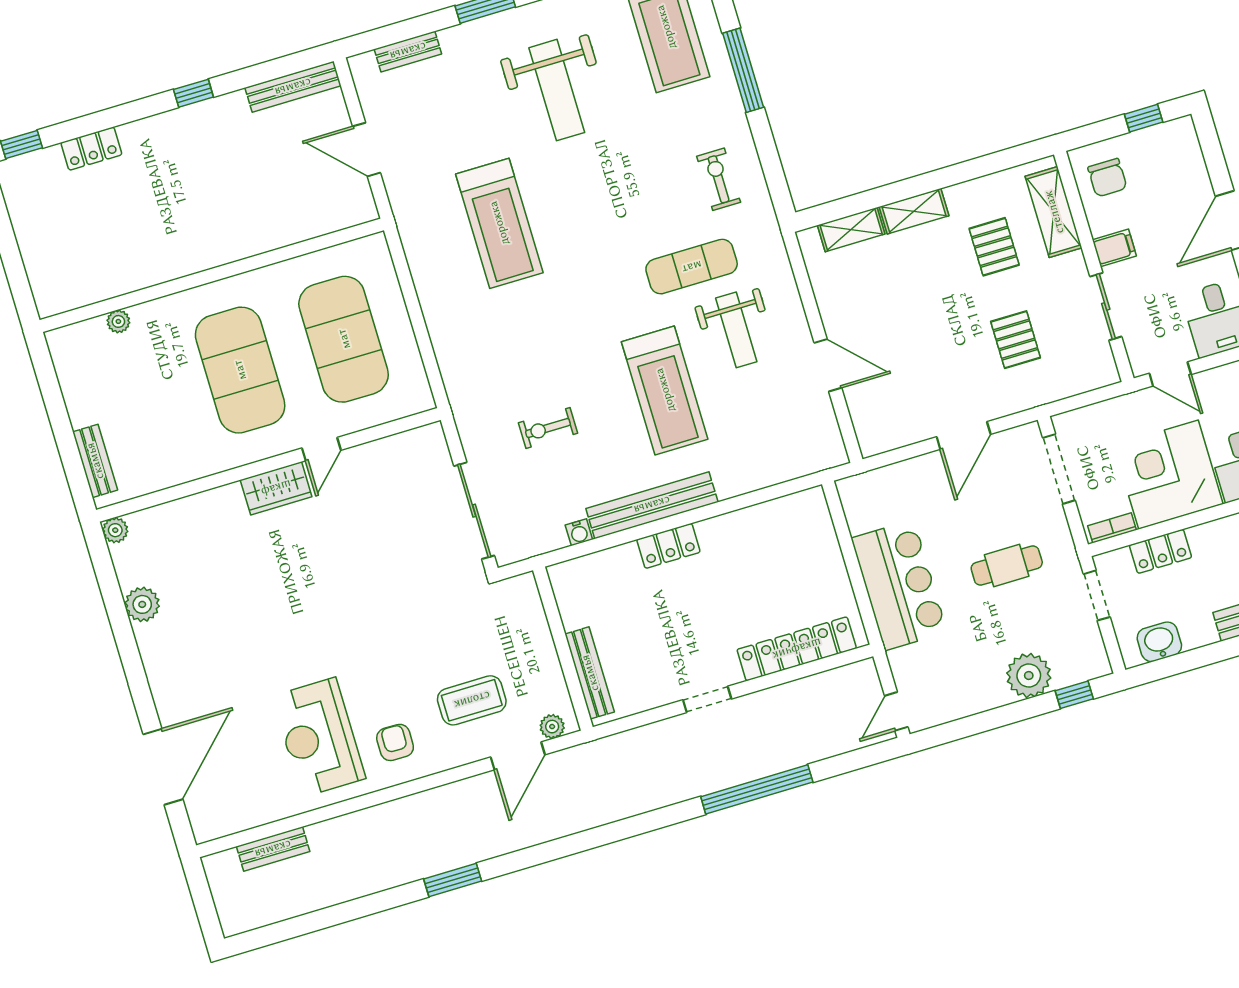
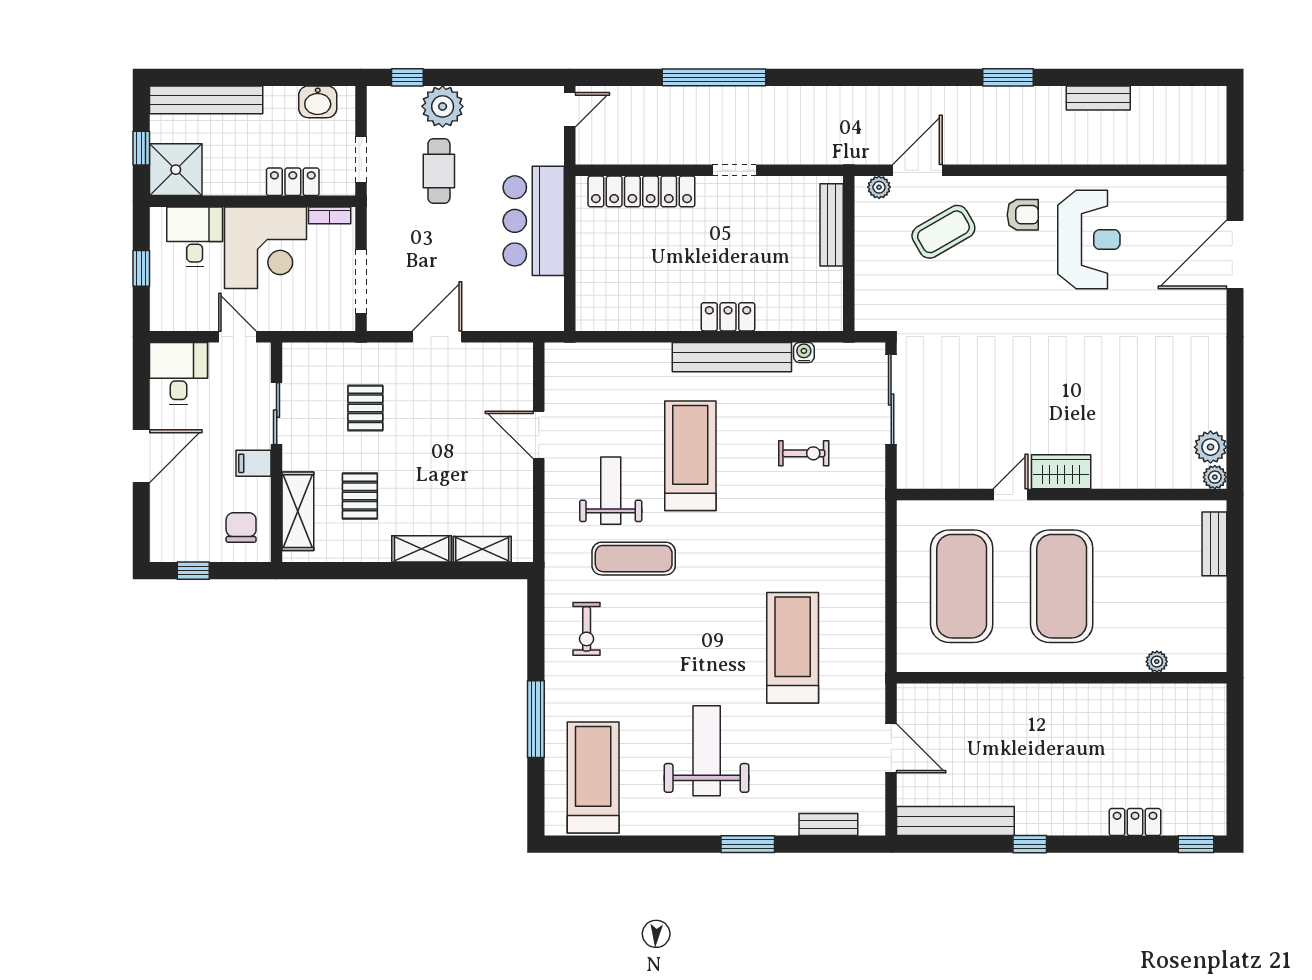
bench: (293, 87) -> (955, 821), width x1.37, depth x1.21
cafe table: (1007, 566) -> (439, 171), moved, turned 90
plant: (142, 604) -> (1211, 447), moved
coffee table: (472, 700) -> (943, 232), turned -30
armchair: (395, 742) -> (1023, 215), turned -91
bench: (273, 849) -> (1098, 98), moved

